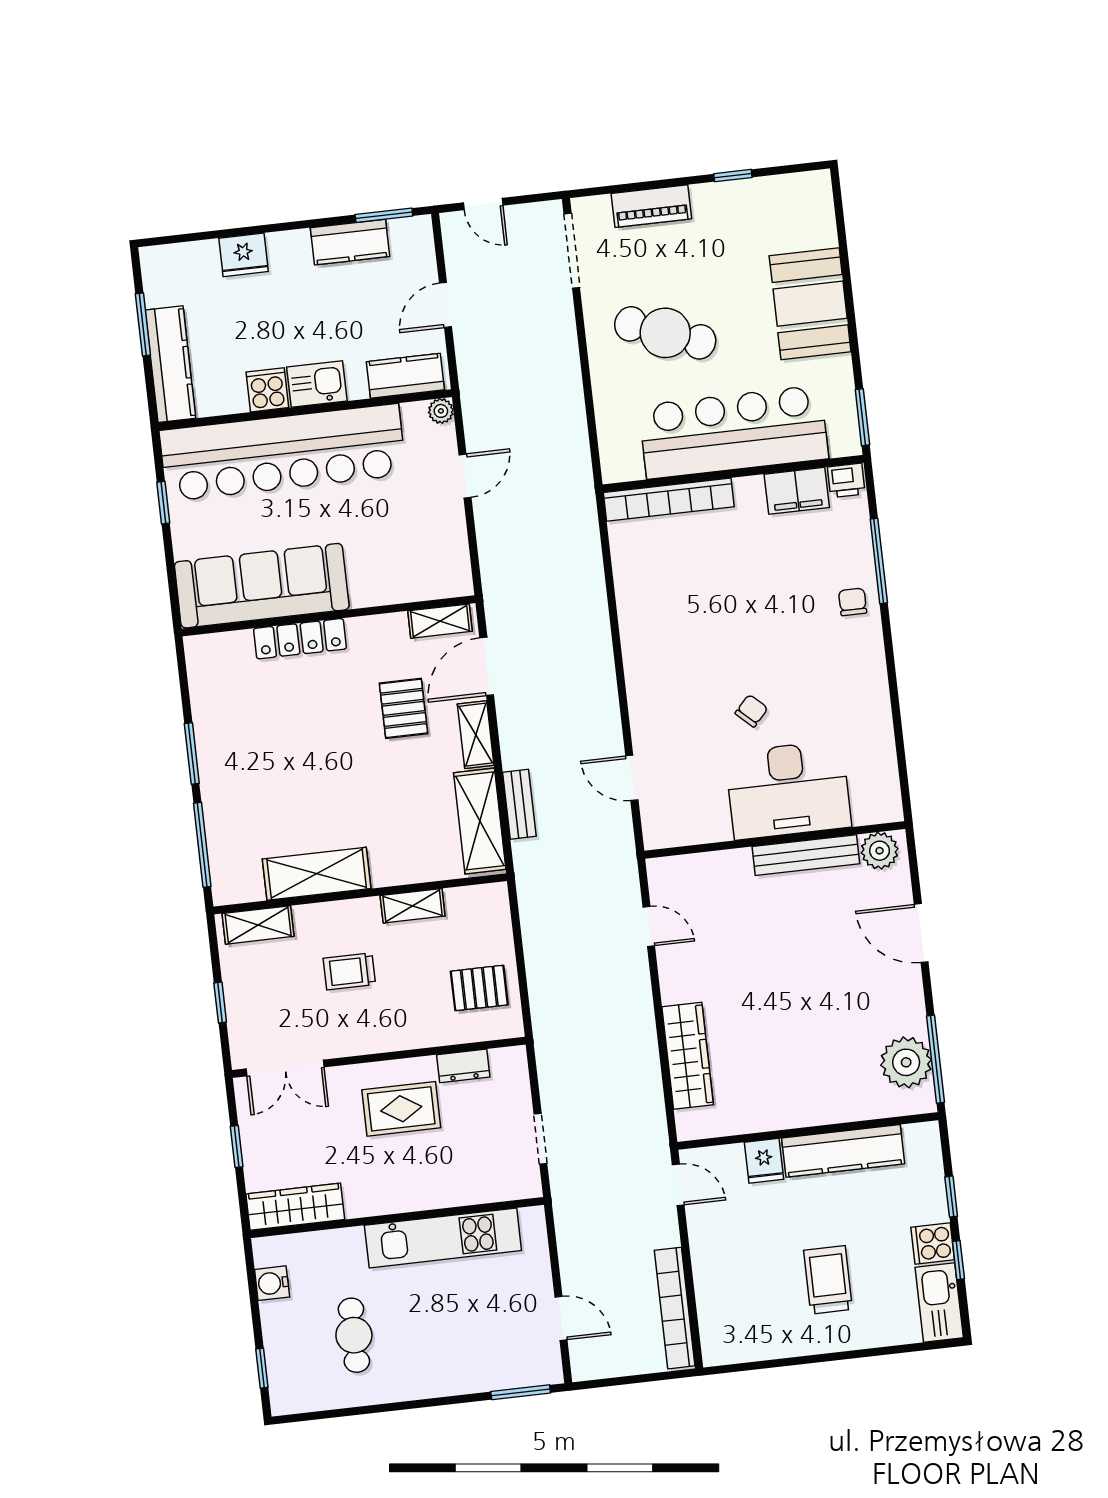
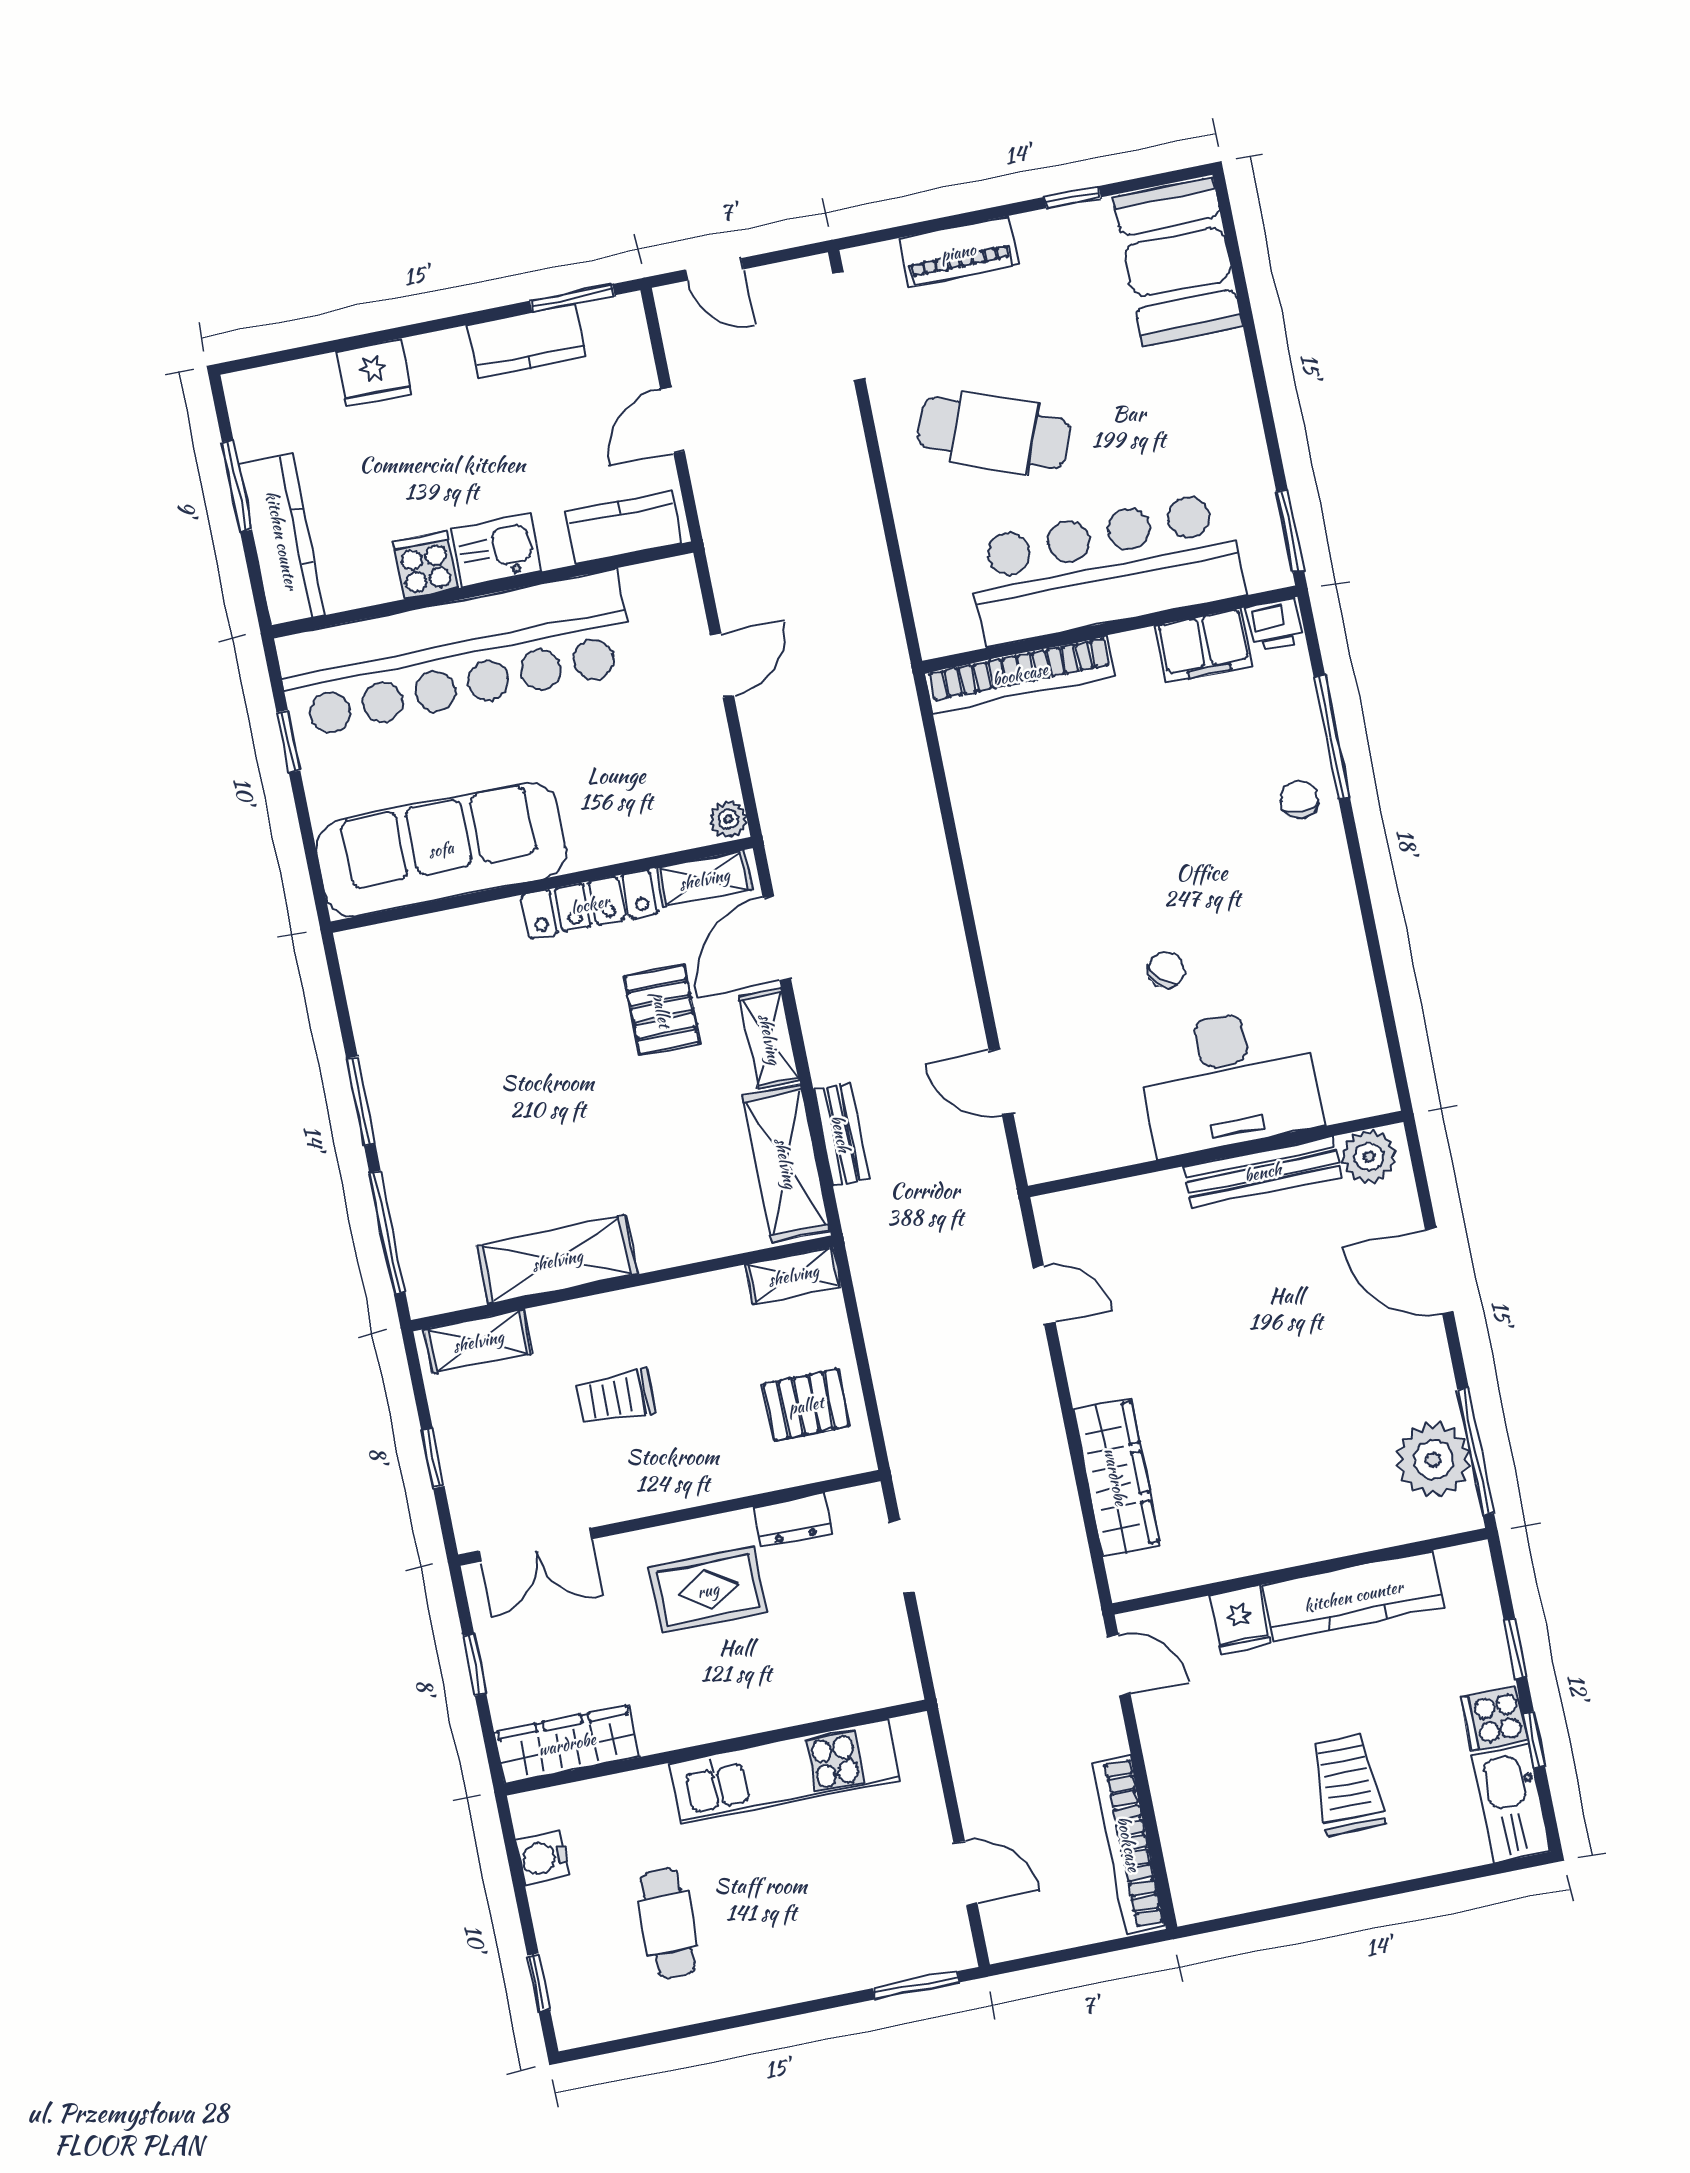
booth: (810, 304) -> (1178, 262), moved
plant: (441, 411) -> (728, 819), moved
locker: (300, 639) -> (590, 904), moved
shelving: (413, 906) -> (793, 1275), moved
doorway: (540, 1139) -> (902, 1557), moved

